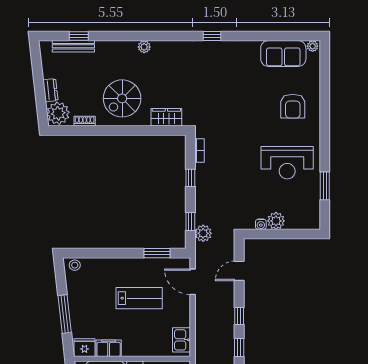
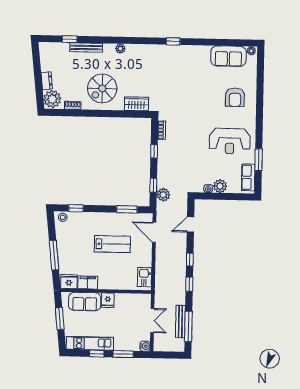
bench: (73, 46) -> (86, 48), moved
row of seats: (312, 209) -> (248, 177), added
window: (91, 253) -> (76, 208), added

